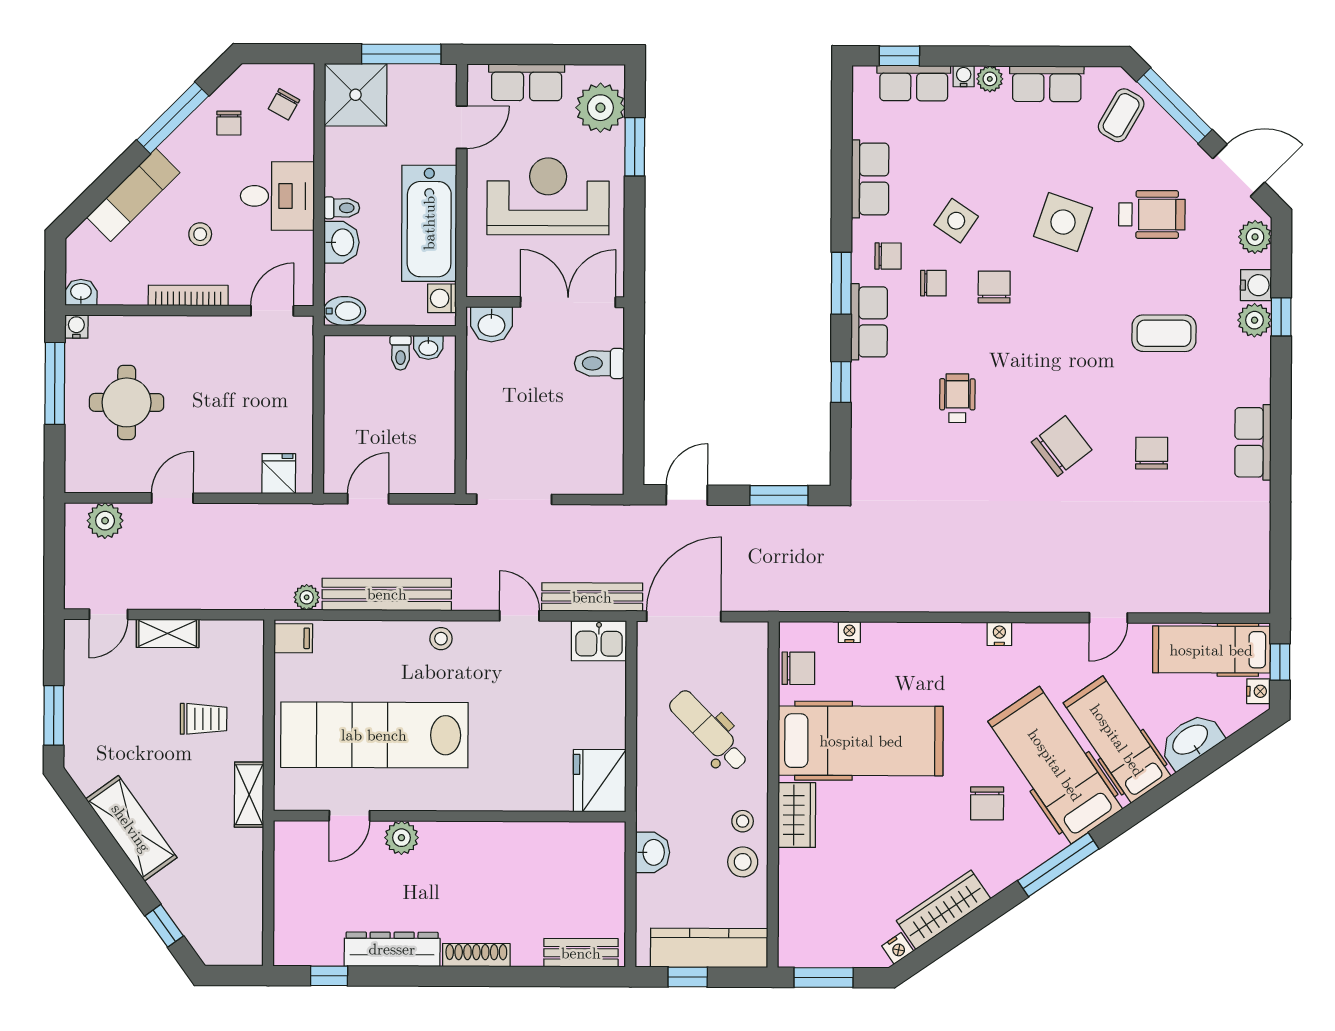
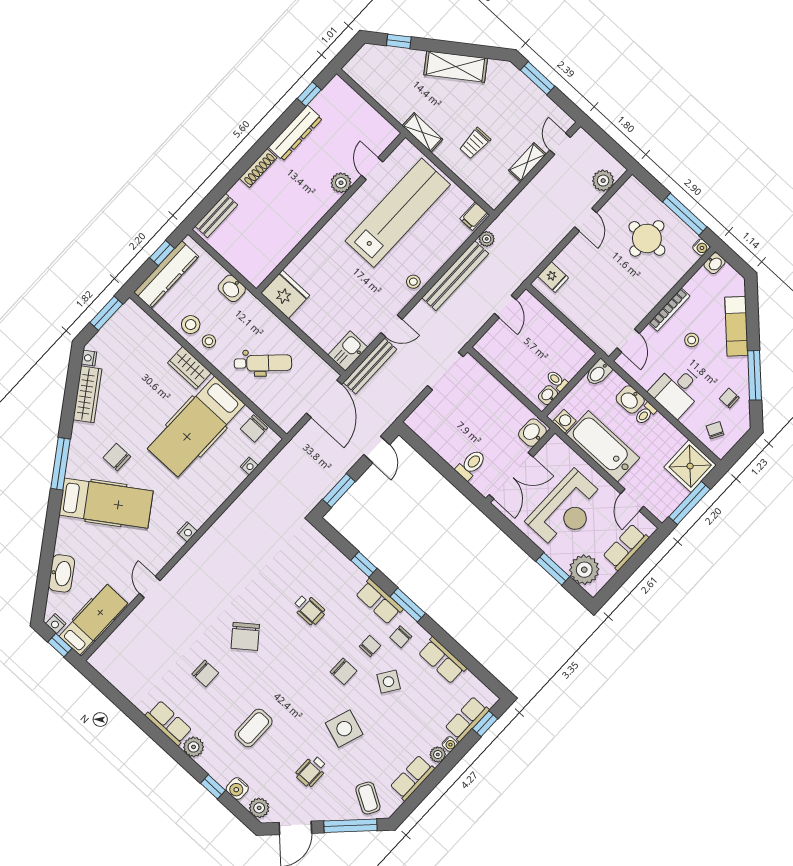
wheelchair: (1152, 214) -> (311, 771), width x0.73, depth x0.73
chair: (933, 283) -> (370, 646), turned 180
plant: (1255, 320) -> (194, 747), moved
hospital bed: (1117, 740) -> (92, 541), removed

